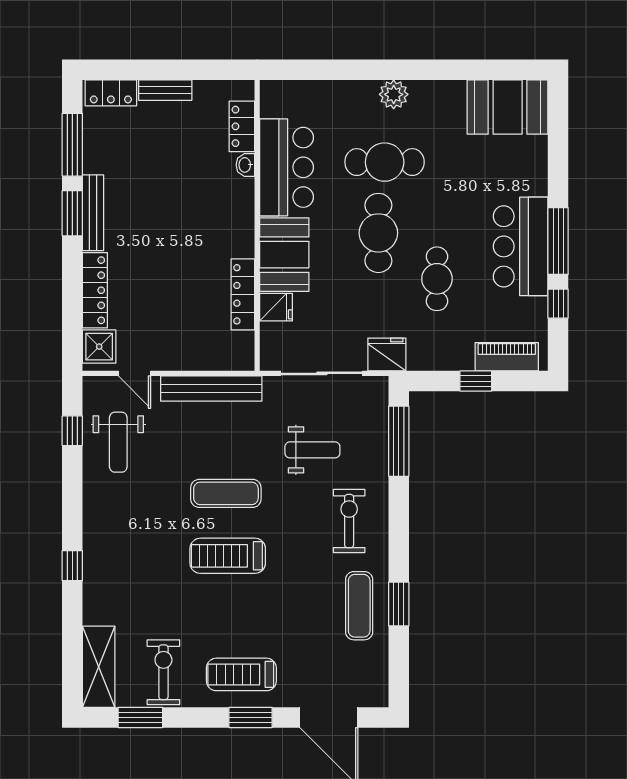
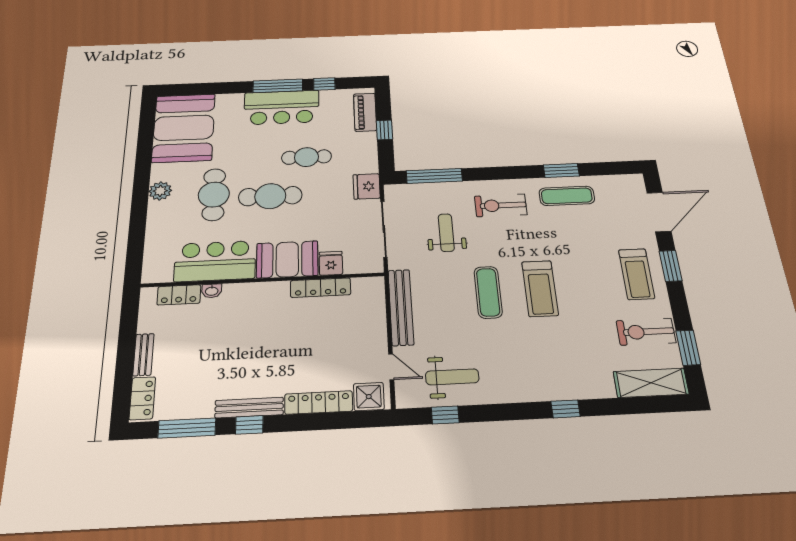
booth: (508, 107) -> (184, 128), width x1.36, depth x1.42
window: (72, 213) -> (249, 425), width x0.67
door: (134, 373) -> (391, 367), hinge flipped

